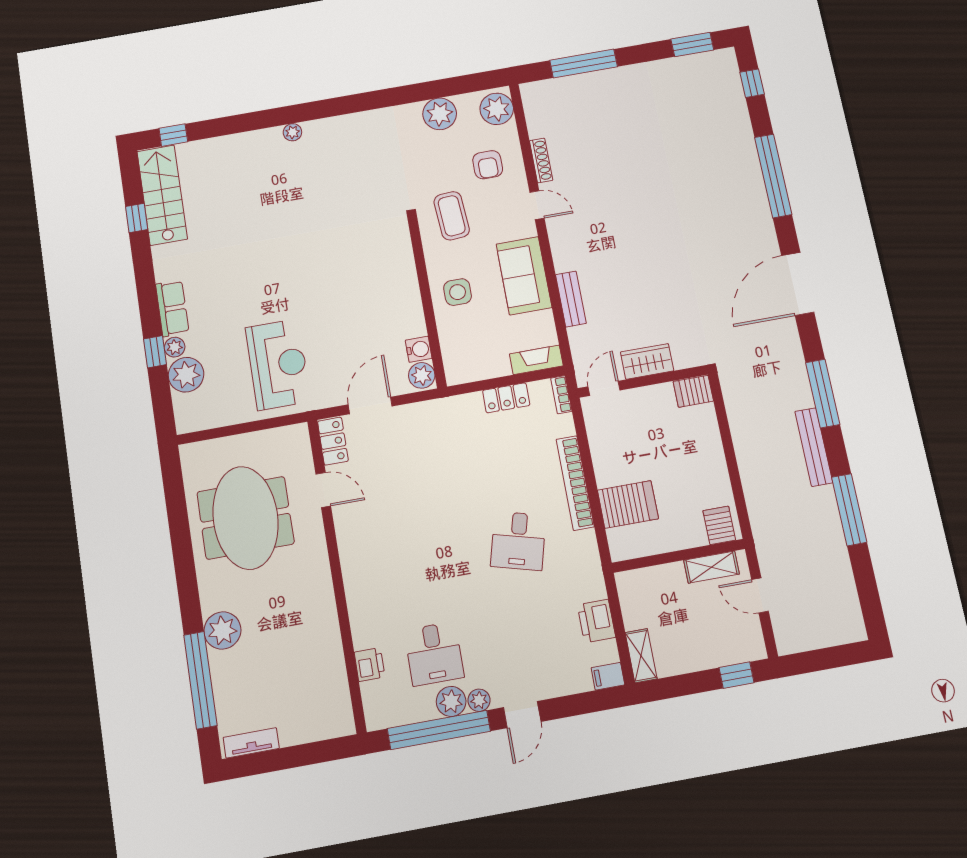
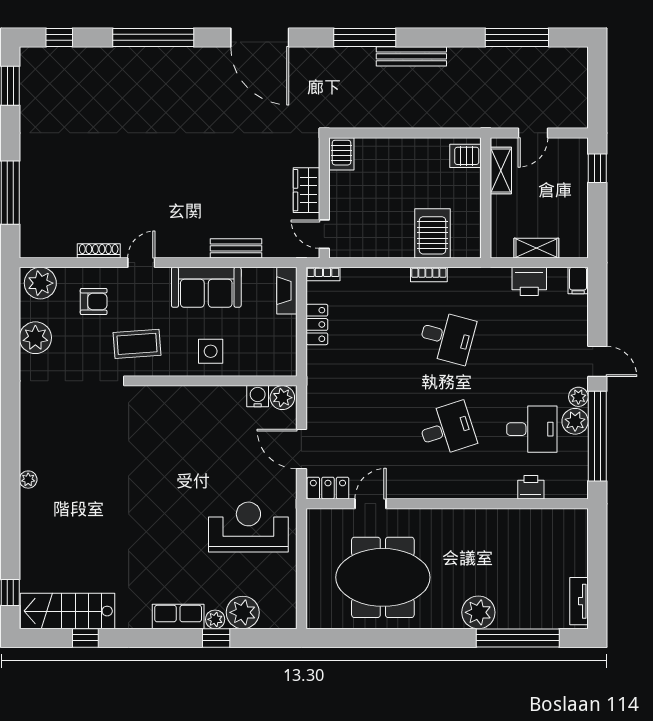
bookcase: (575, 483) -> (429, 274), width x0.43, depth x0.76
window: (849, 510) -> (517, 37), moved
desk: (418, 559) -> (447, 429), added
shelving: (641, 656) -> (536, 248), moved

